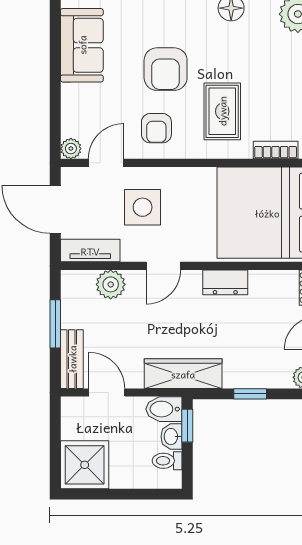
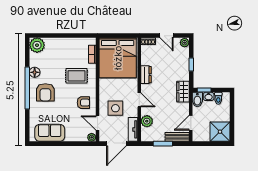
armchair: (166, 69) -> (45, 92), moved, turned 90
wardrobe: (183, 374) -> (183, 92), width x0.67

